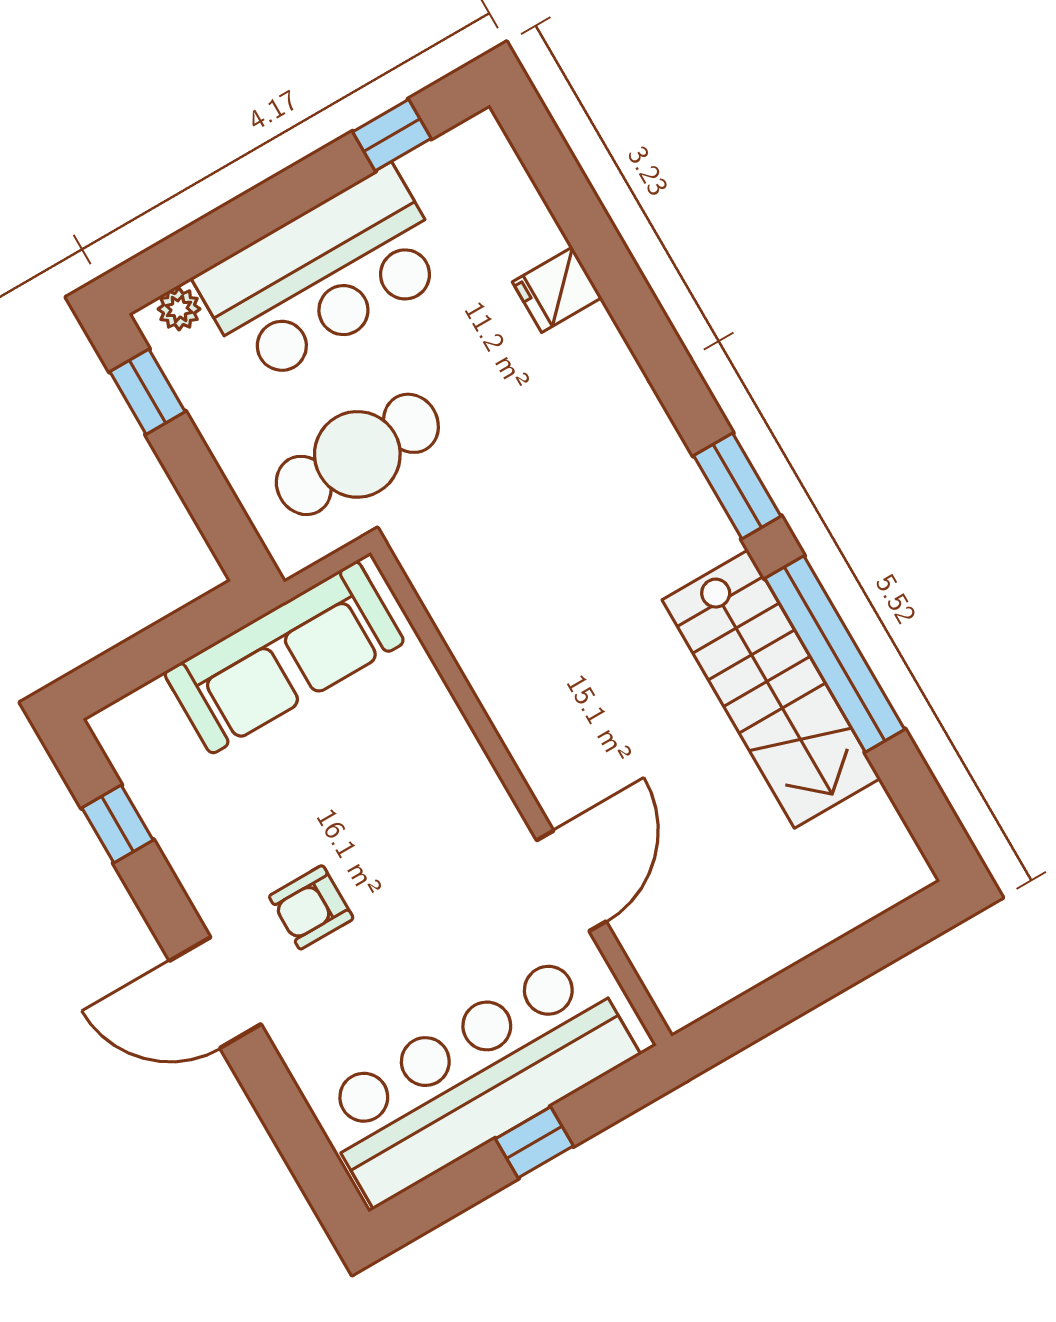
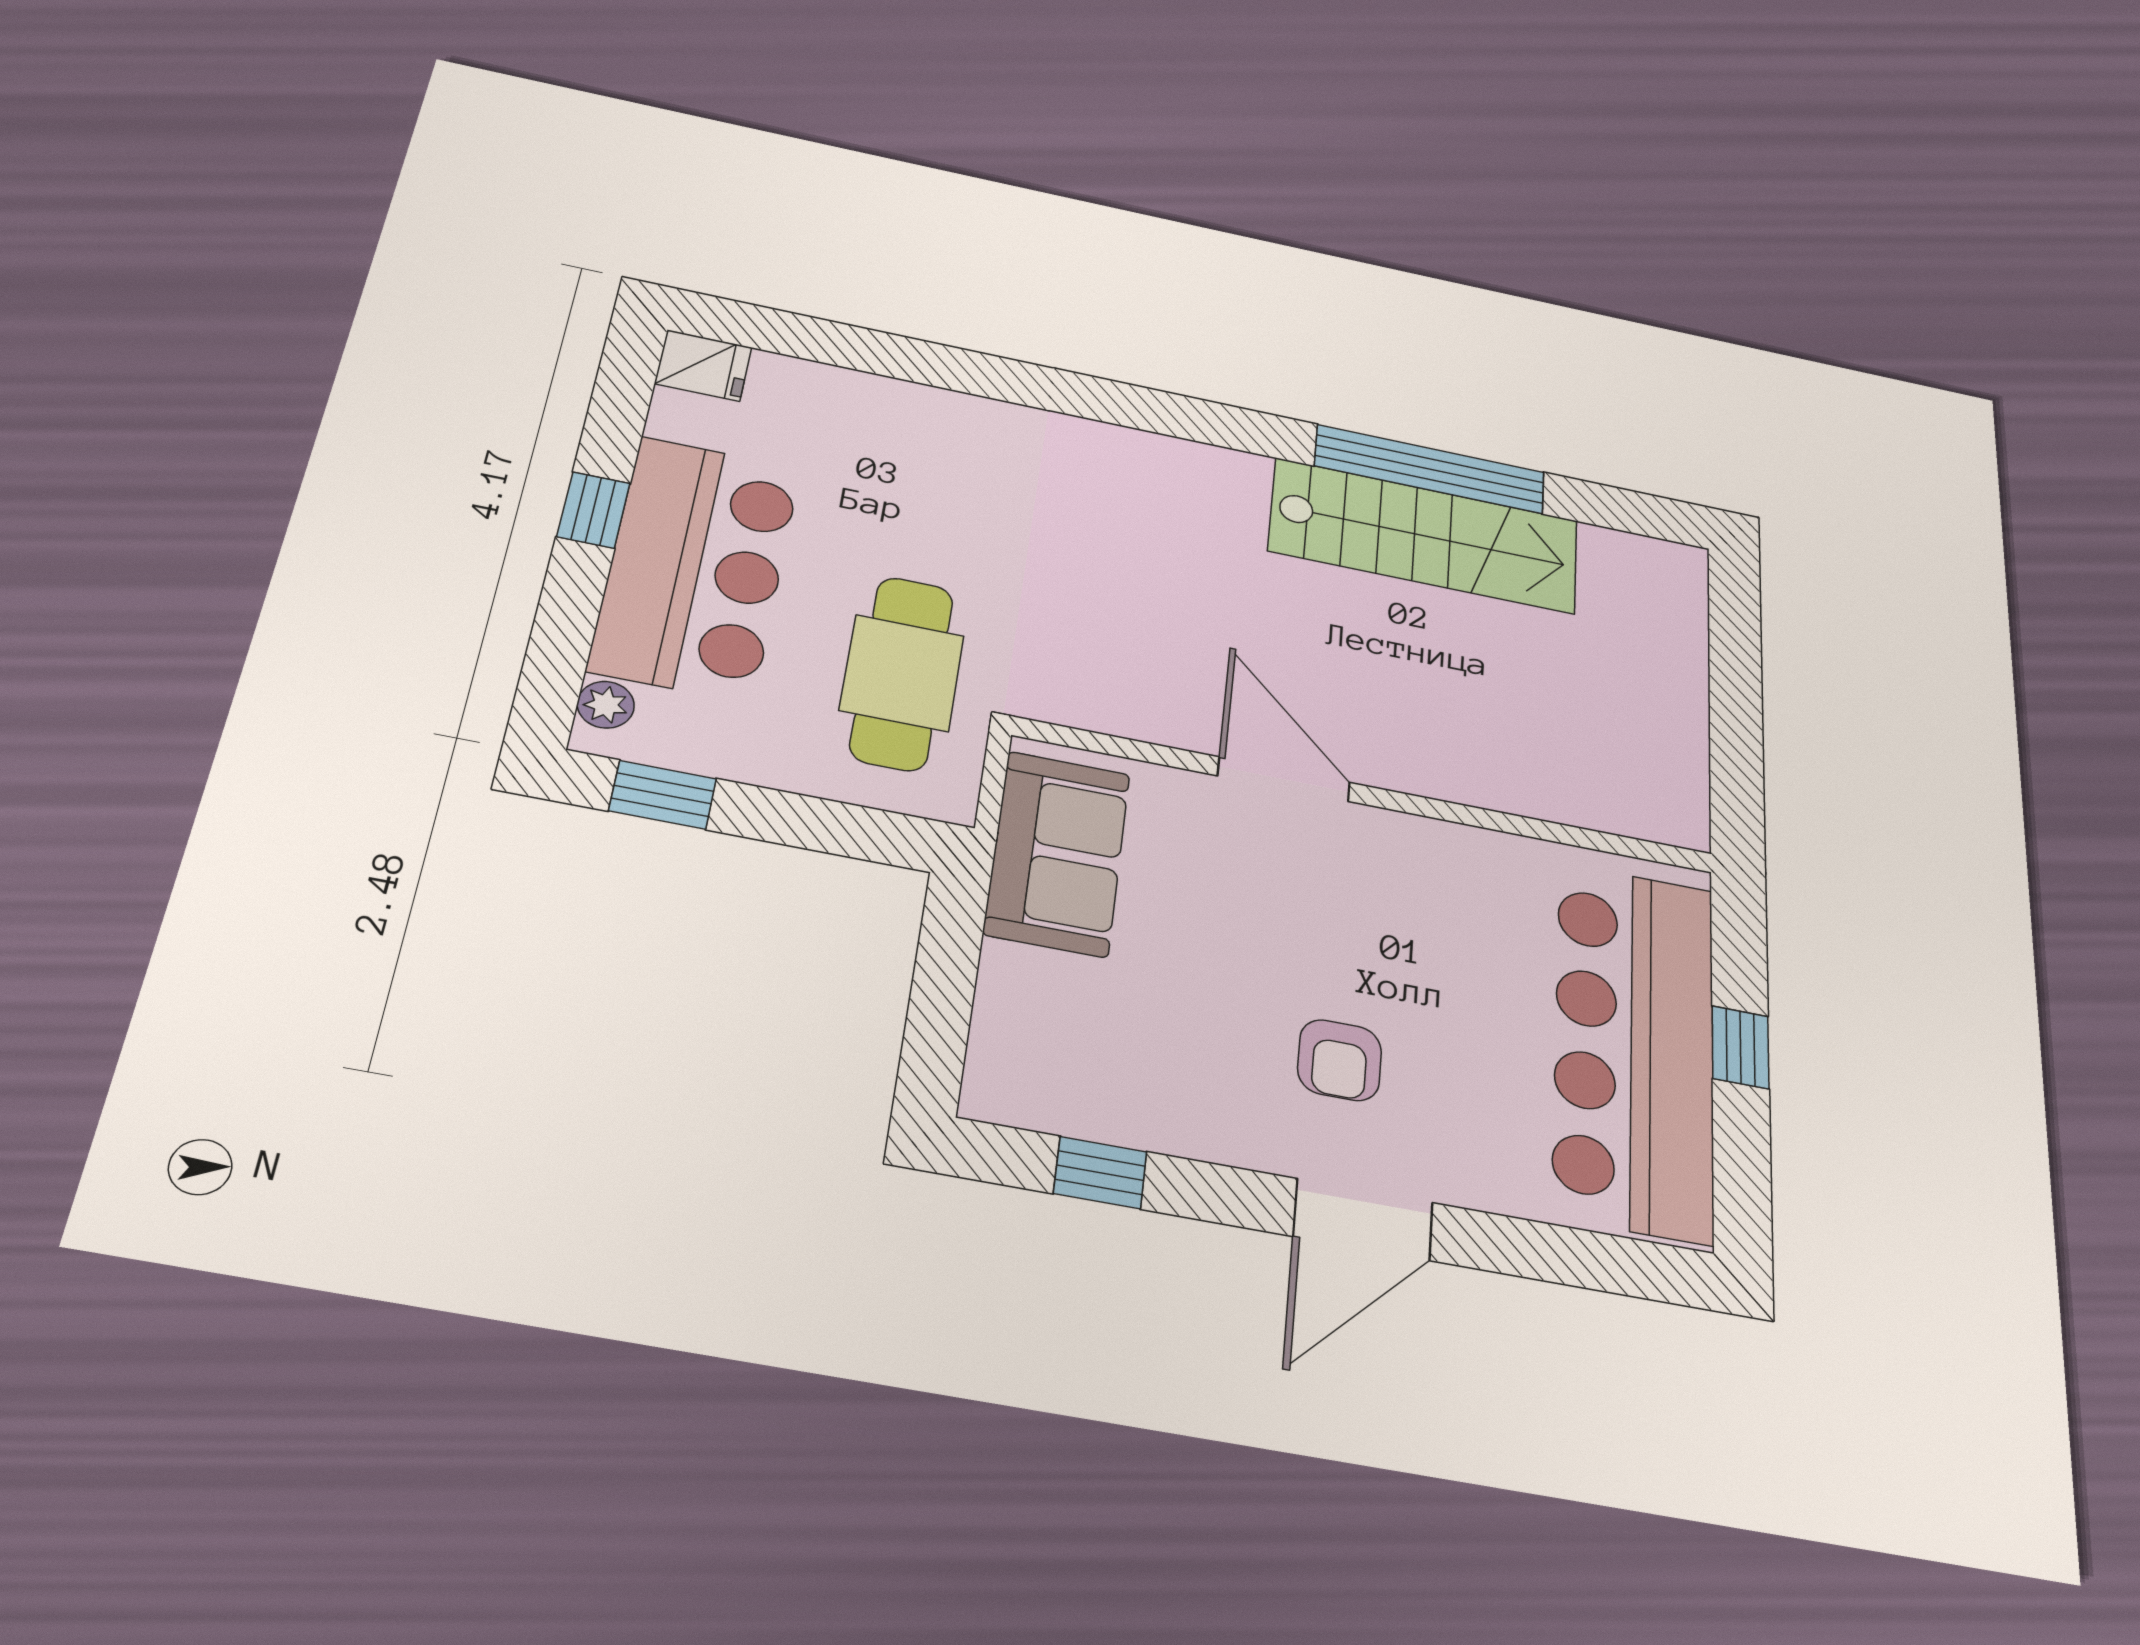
window: (392, 135) -> (593, 510), moved
fridge: (557, 290) -> (703, 365), moved, turned -90
window: (737, 486) -> (1208, 422), removed
sofa: (284, 657) -> (1057, 853), width x0.73
door: (571, 881) -> (1284, 779), moved

